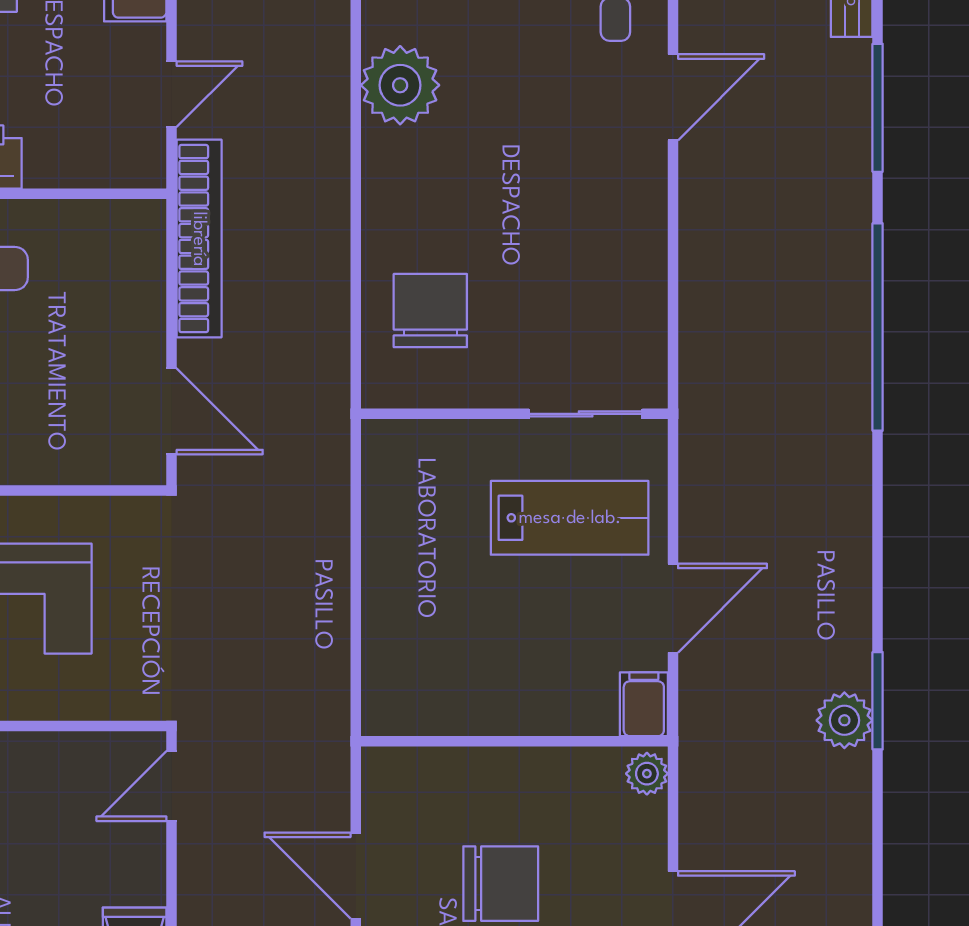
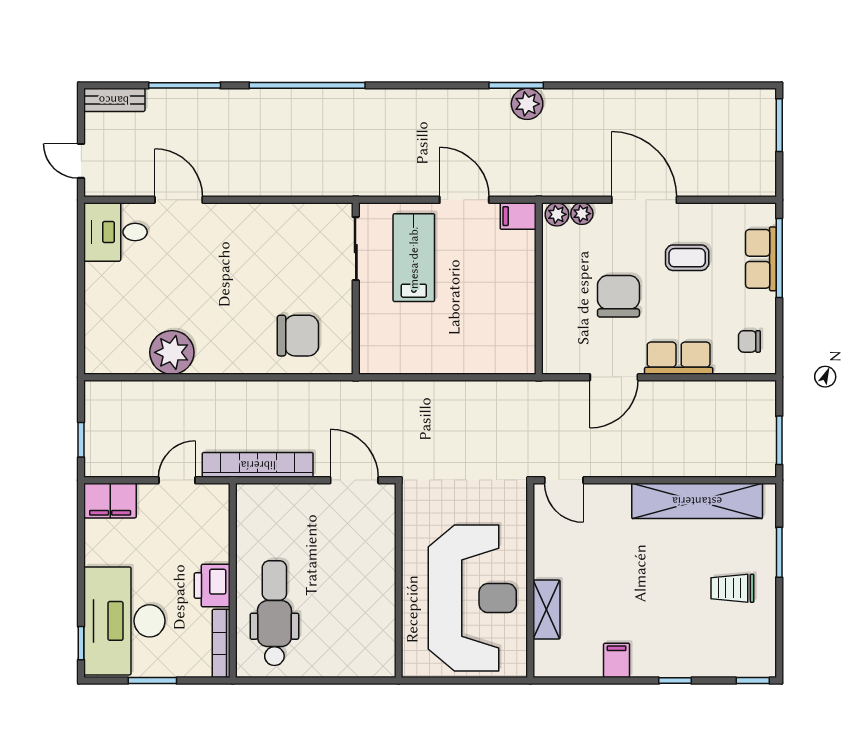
door: (172, 94) -> (177, 480), hinge flipped
chair: (430, 311) -> (298, 336), turned 180
door: (172, 411) -> (354, 480), hinge flipped
plant: (648, 818) -> (582, 214), added

